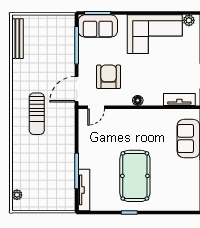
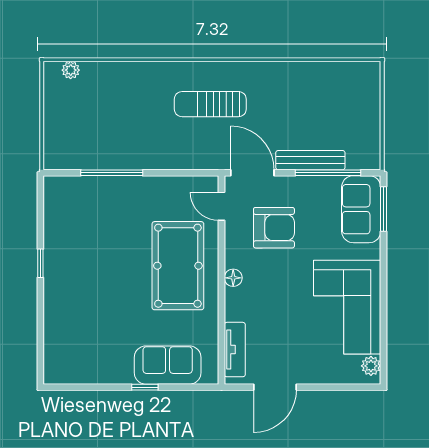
bench: (17, 39) -> (310, 160), moved
pool table: (135, 176) -> (178, 266), moved, turned 90
tv unit: (84, 190) -> (79, 185), removed

